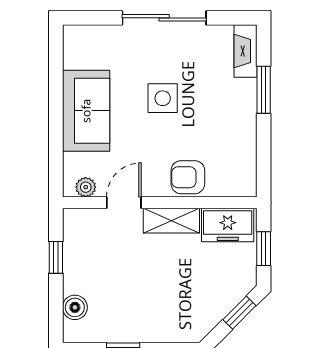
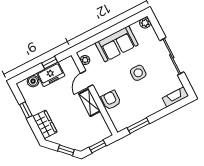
plant: (74, 36) -> (145, 23), added
window: (264, 90) -> (138, 126), moved
door: (124, 203) -> (87, 79), swing flipped
freezer: (228, 225) -> (51, 74), moved, turned -90
wardrobe: (169, 327) -> (45, 124), added

